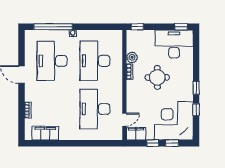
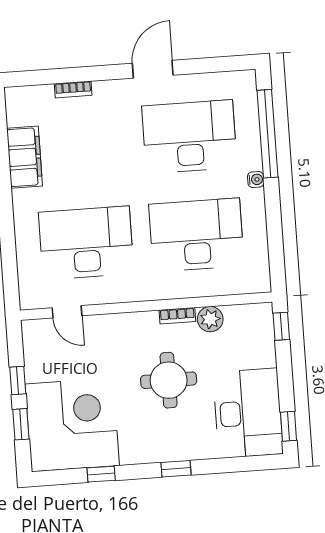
window: (196, 88) -> (176, 469), moved
filing cabinet: (45, 133) -> (25, 157), moved
filing cabinet: (136, 134) -> (37, 341), removed

